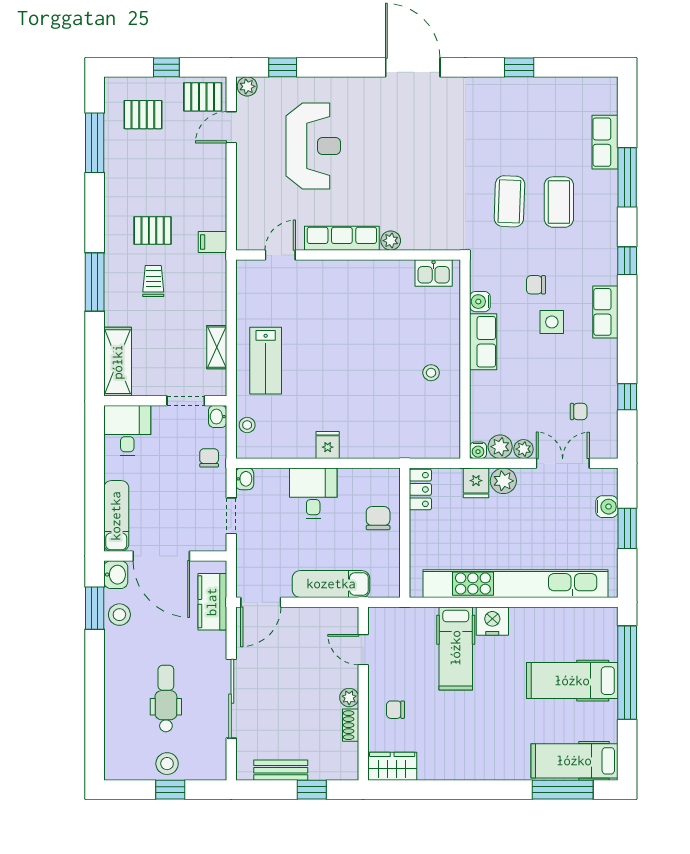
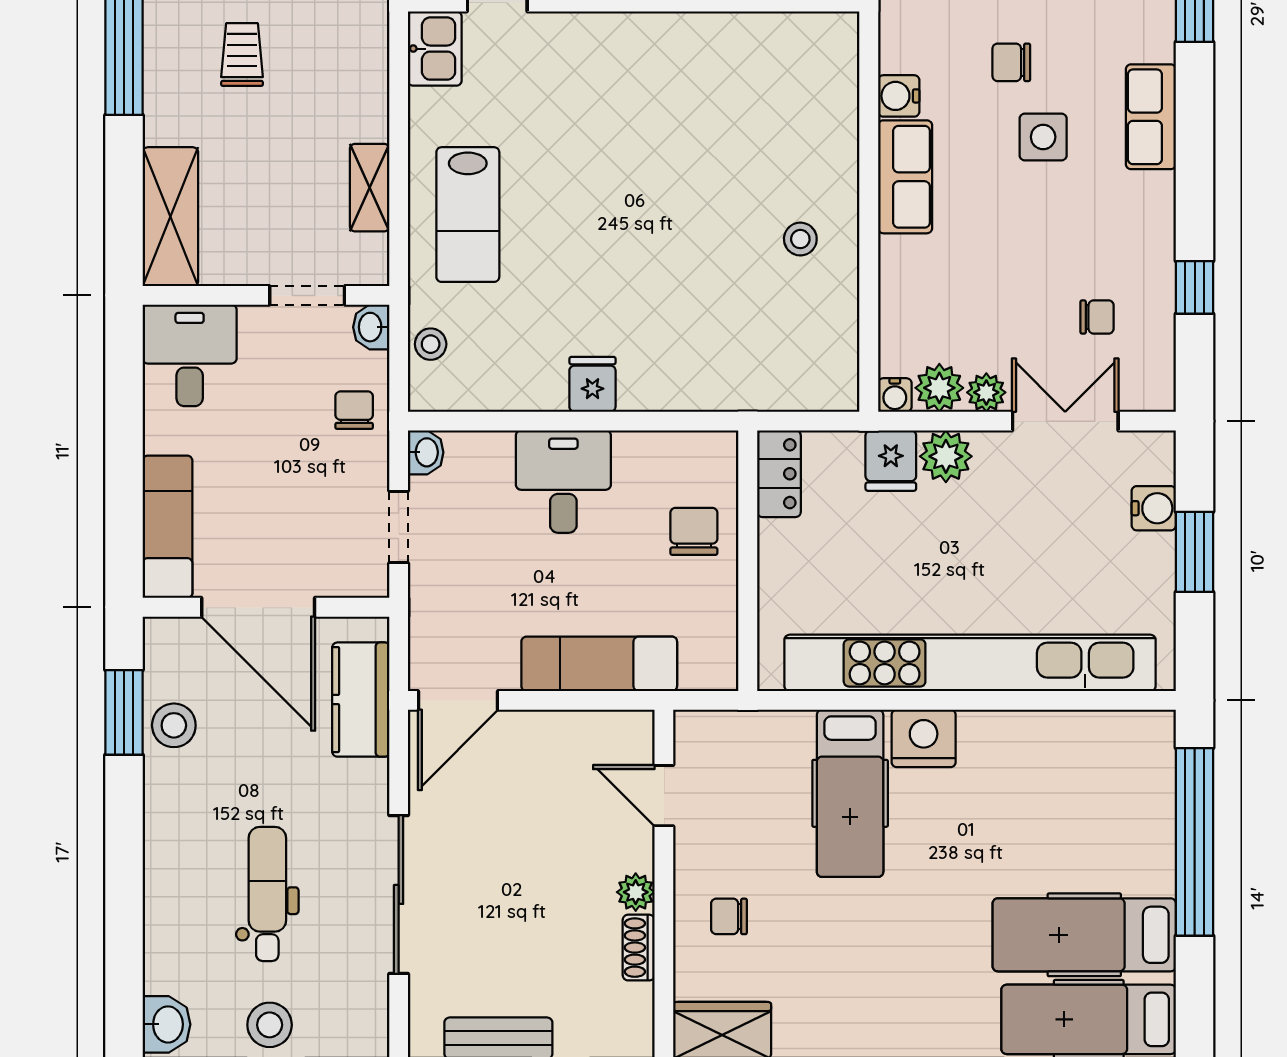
kitchen sink: (434, 273) -> (435, 49), moved, turned -90
washbasin: (116, 575) -> (167, 1024), moved
hospital bed: (572, 681) -> (1084, 935), moved

